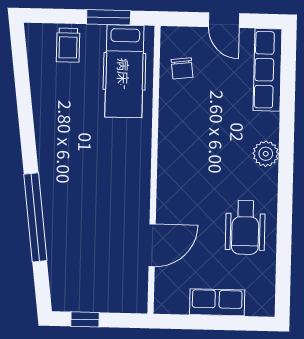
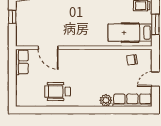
plant: (266, 154) -> (106, 100), moved
row of seats: (217, 302) -> (22, 62), moved

